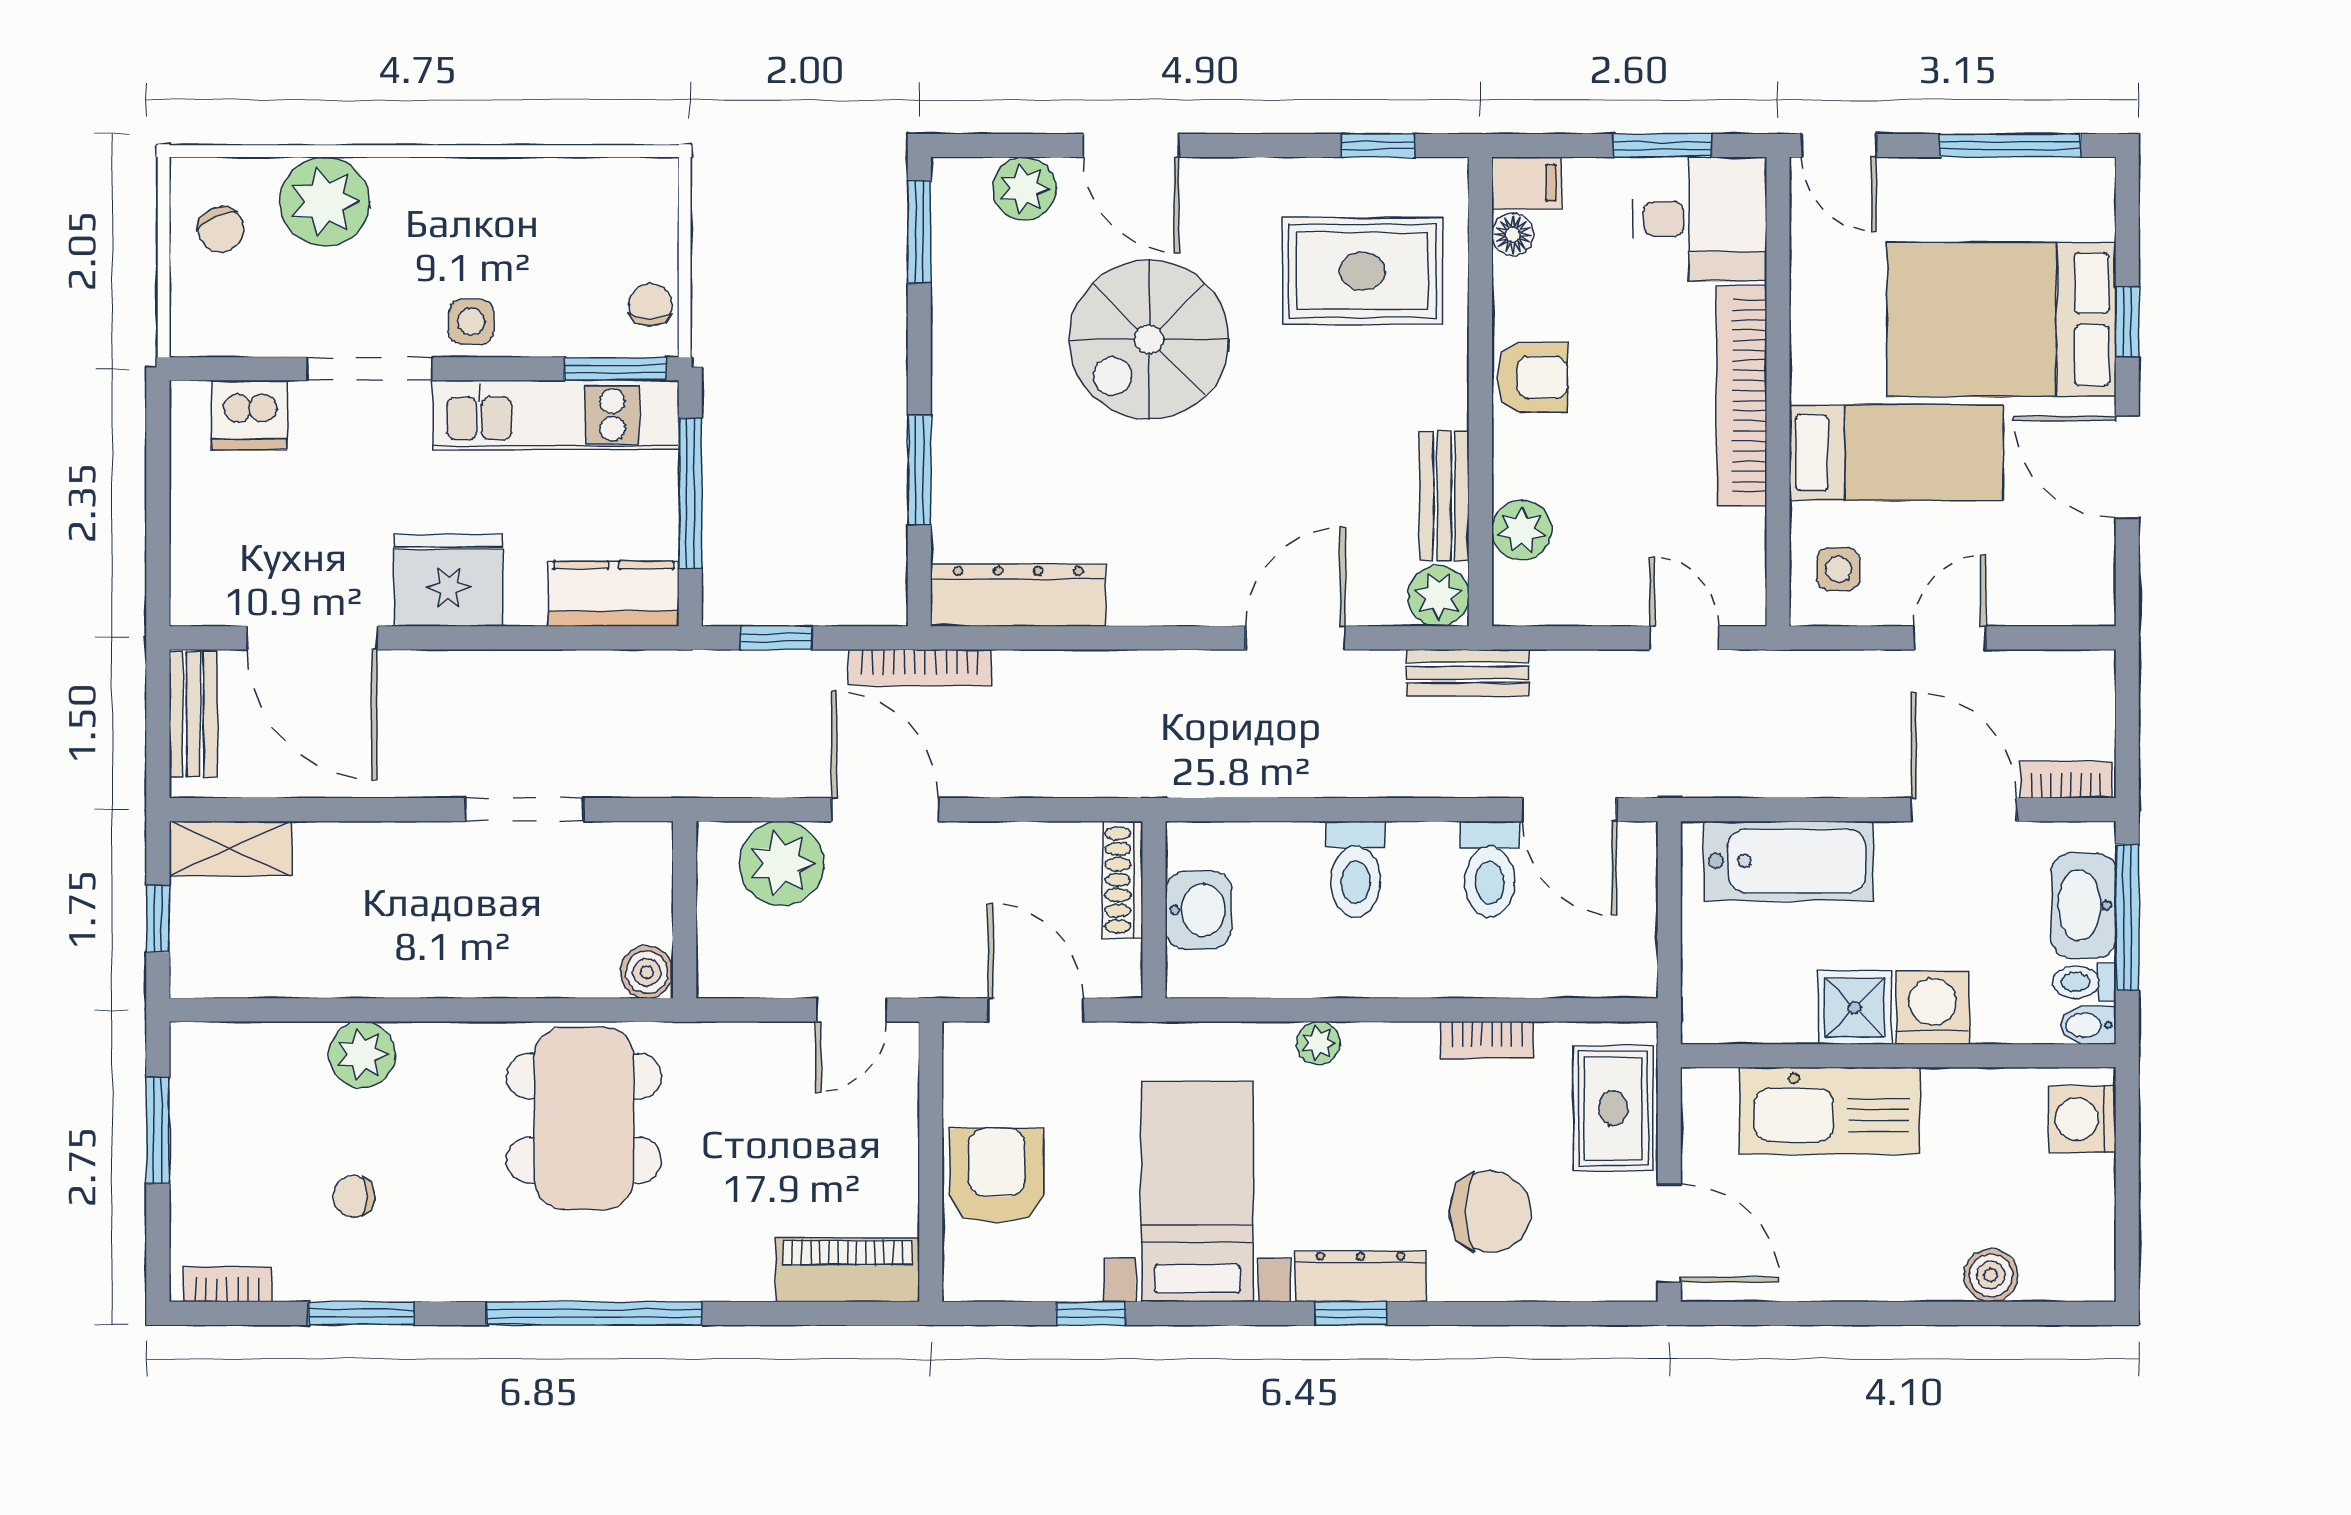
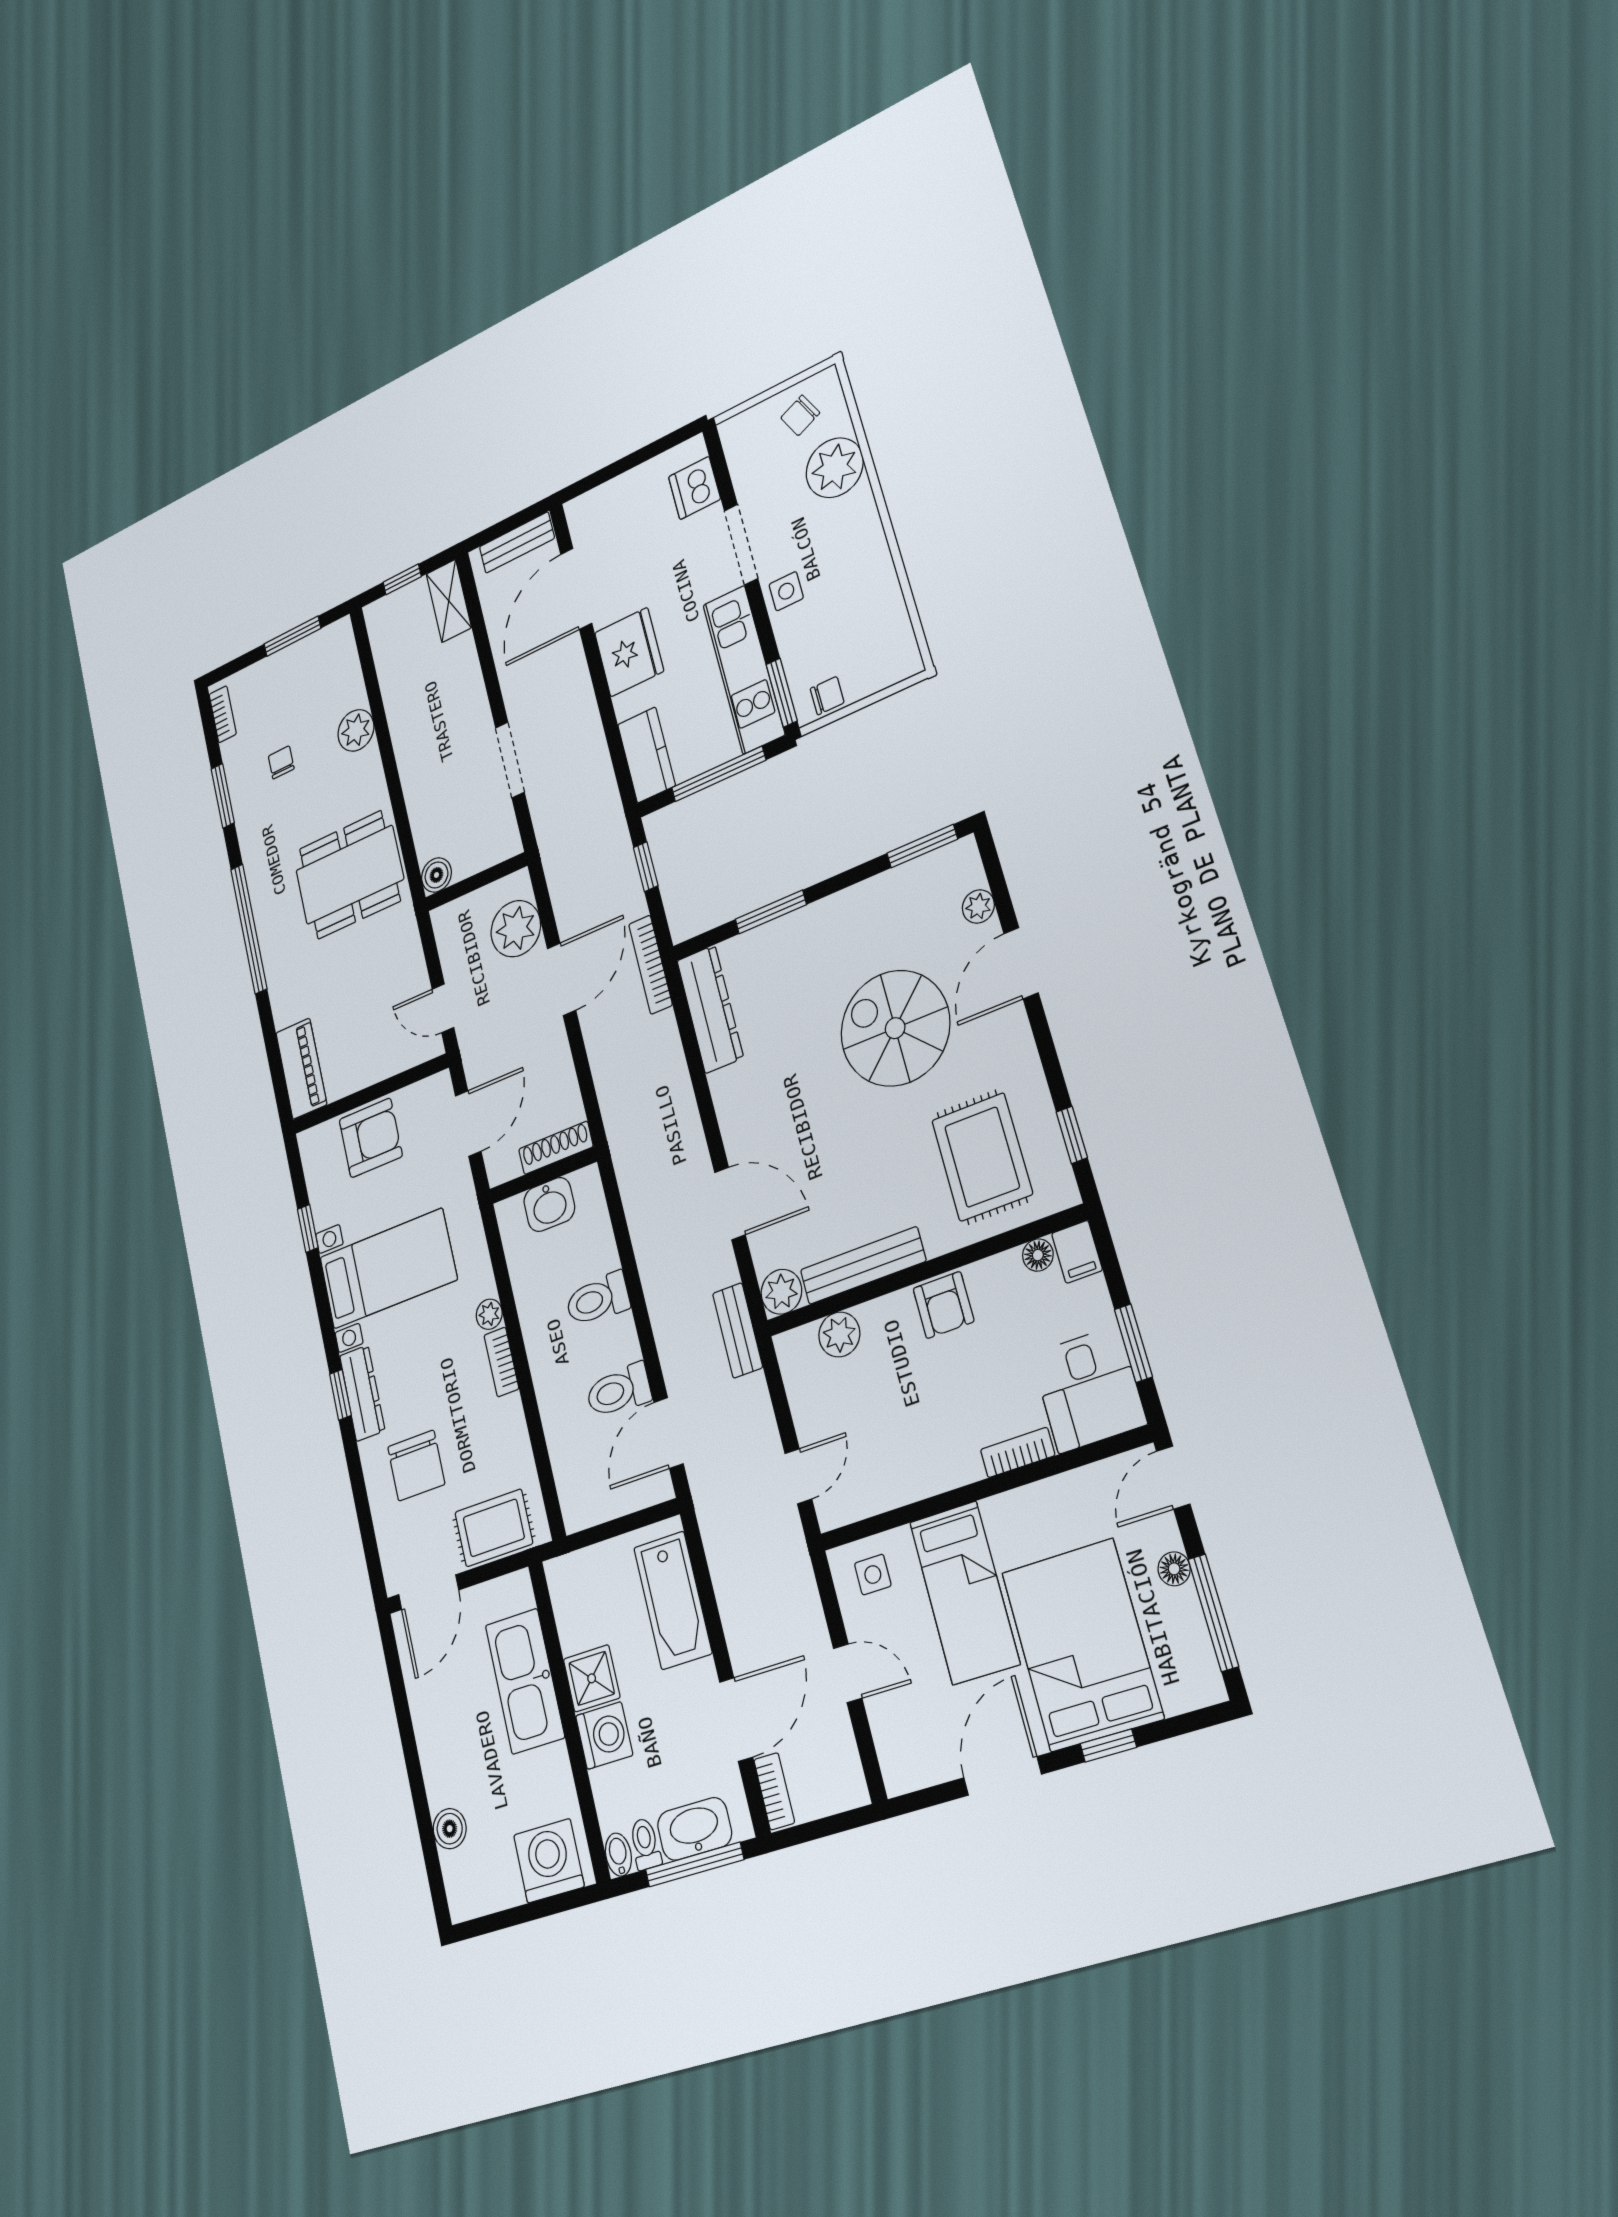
floor lamp: (1946, 177) -> (1174, 1569), added
plant: (1024, 188) -> (978, 906), width x0.73, depth x0.73
bookcase: (1741, 396) -> (1018, 1452), width x0.43, depth x0.76
bench: (1444, 496) -> (863, 1266), width x1.36
bookcase: (1487, 1040) -> (501, 1362), moved
washing machine: (2082, 1119) -> (549, 1861), width x1.37, depth x1.37

